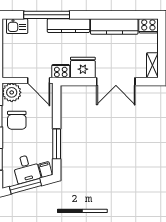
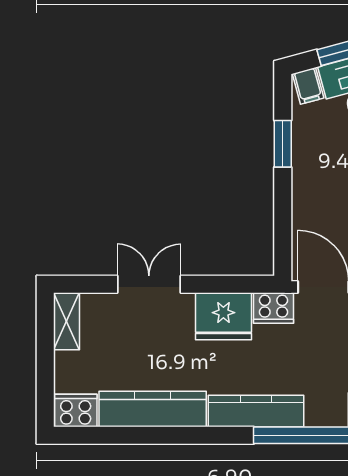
double door: (116, 82) -> (149, 284), width x0.73
window: (57, 144) -> (283, 144), width x0.69

